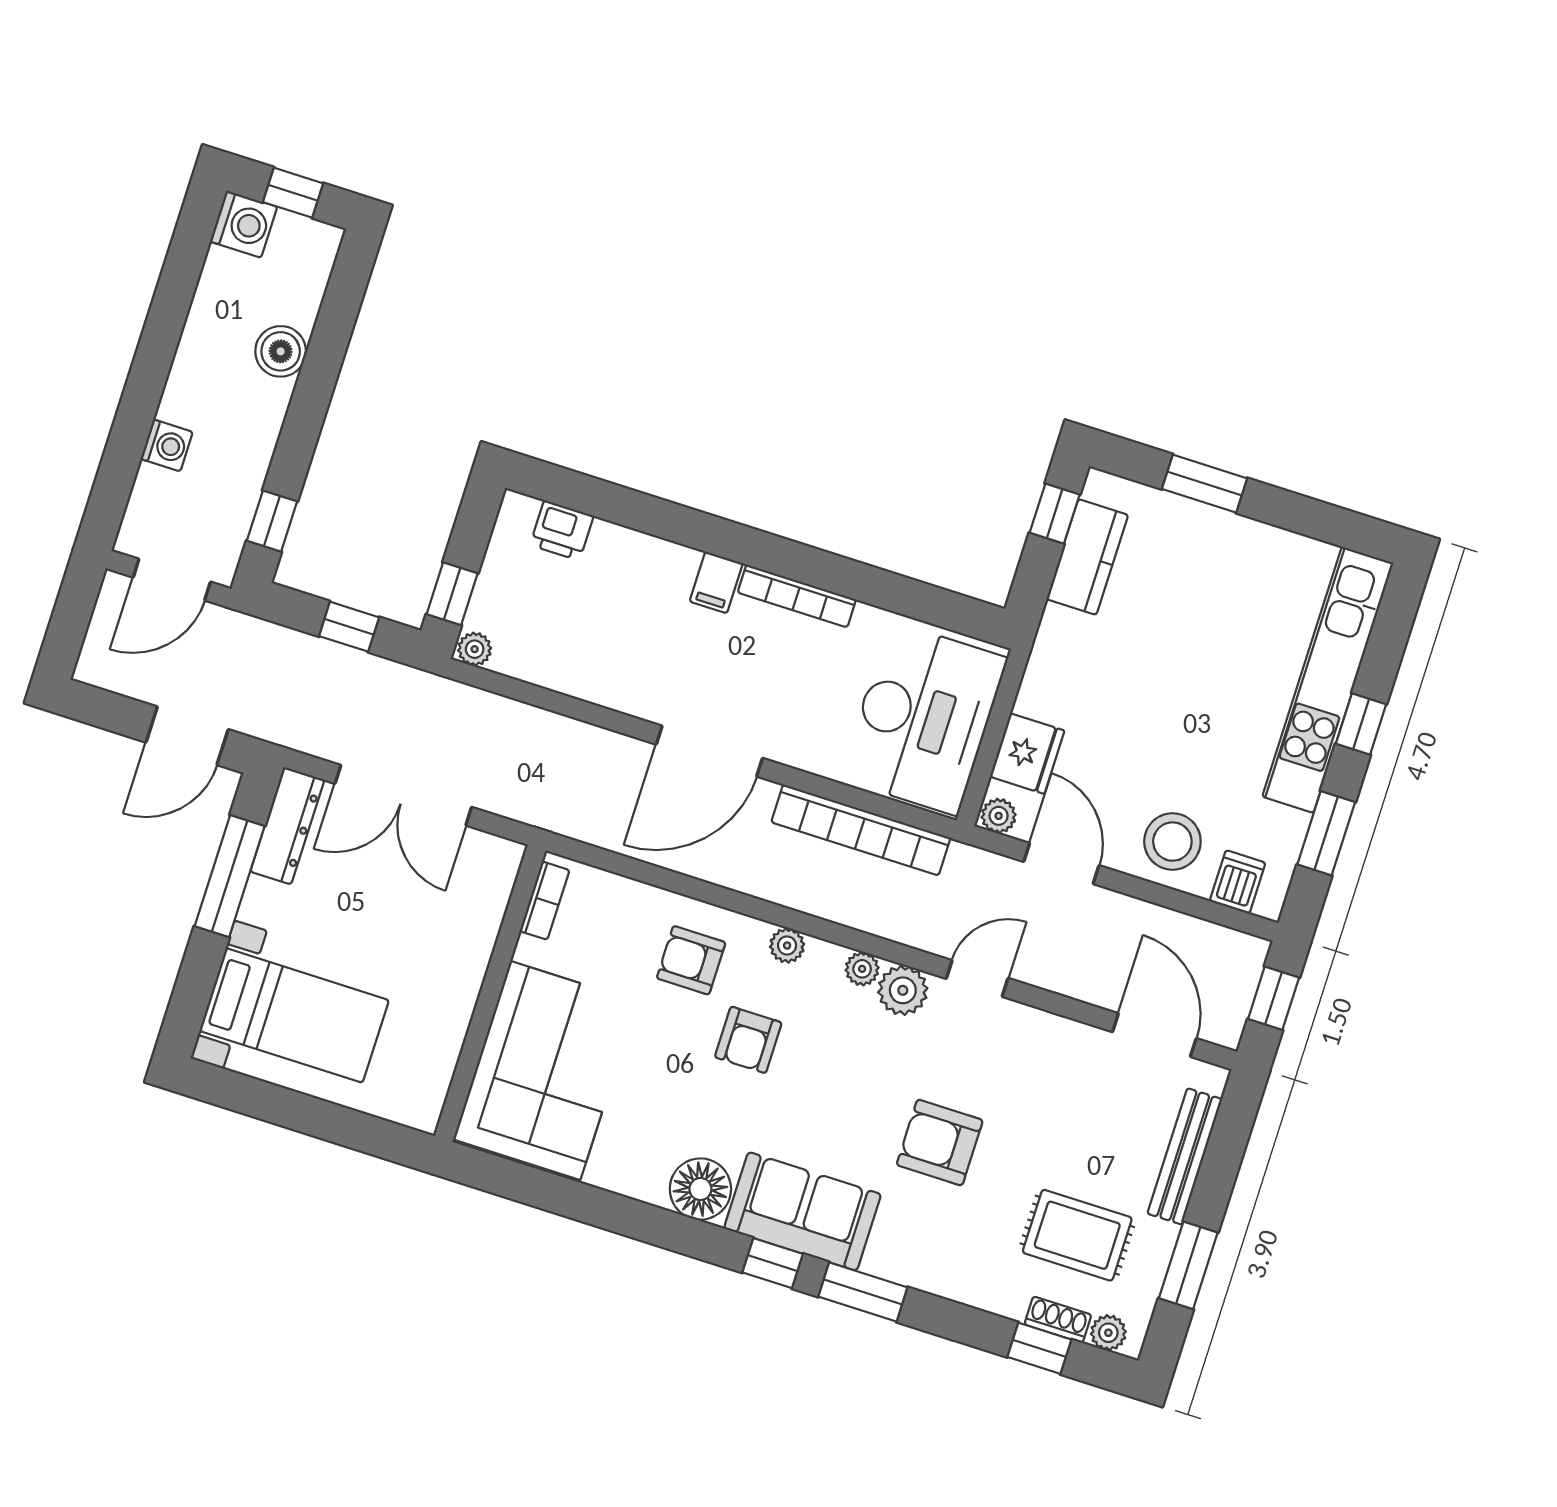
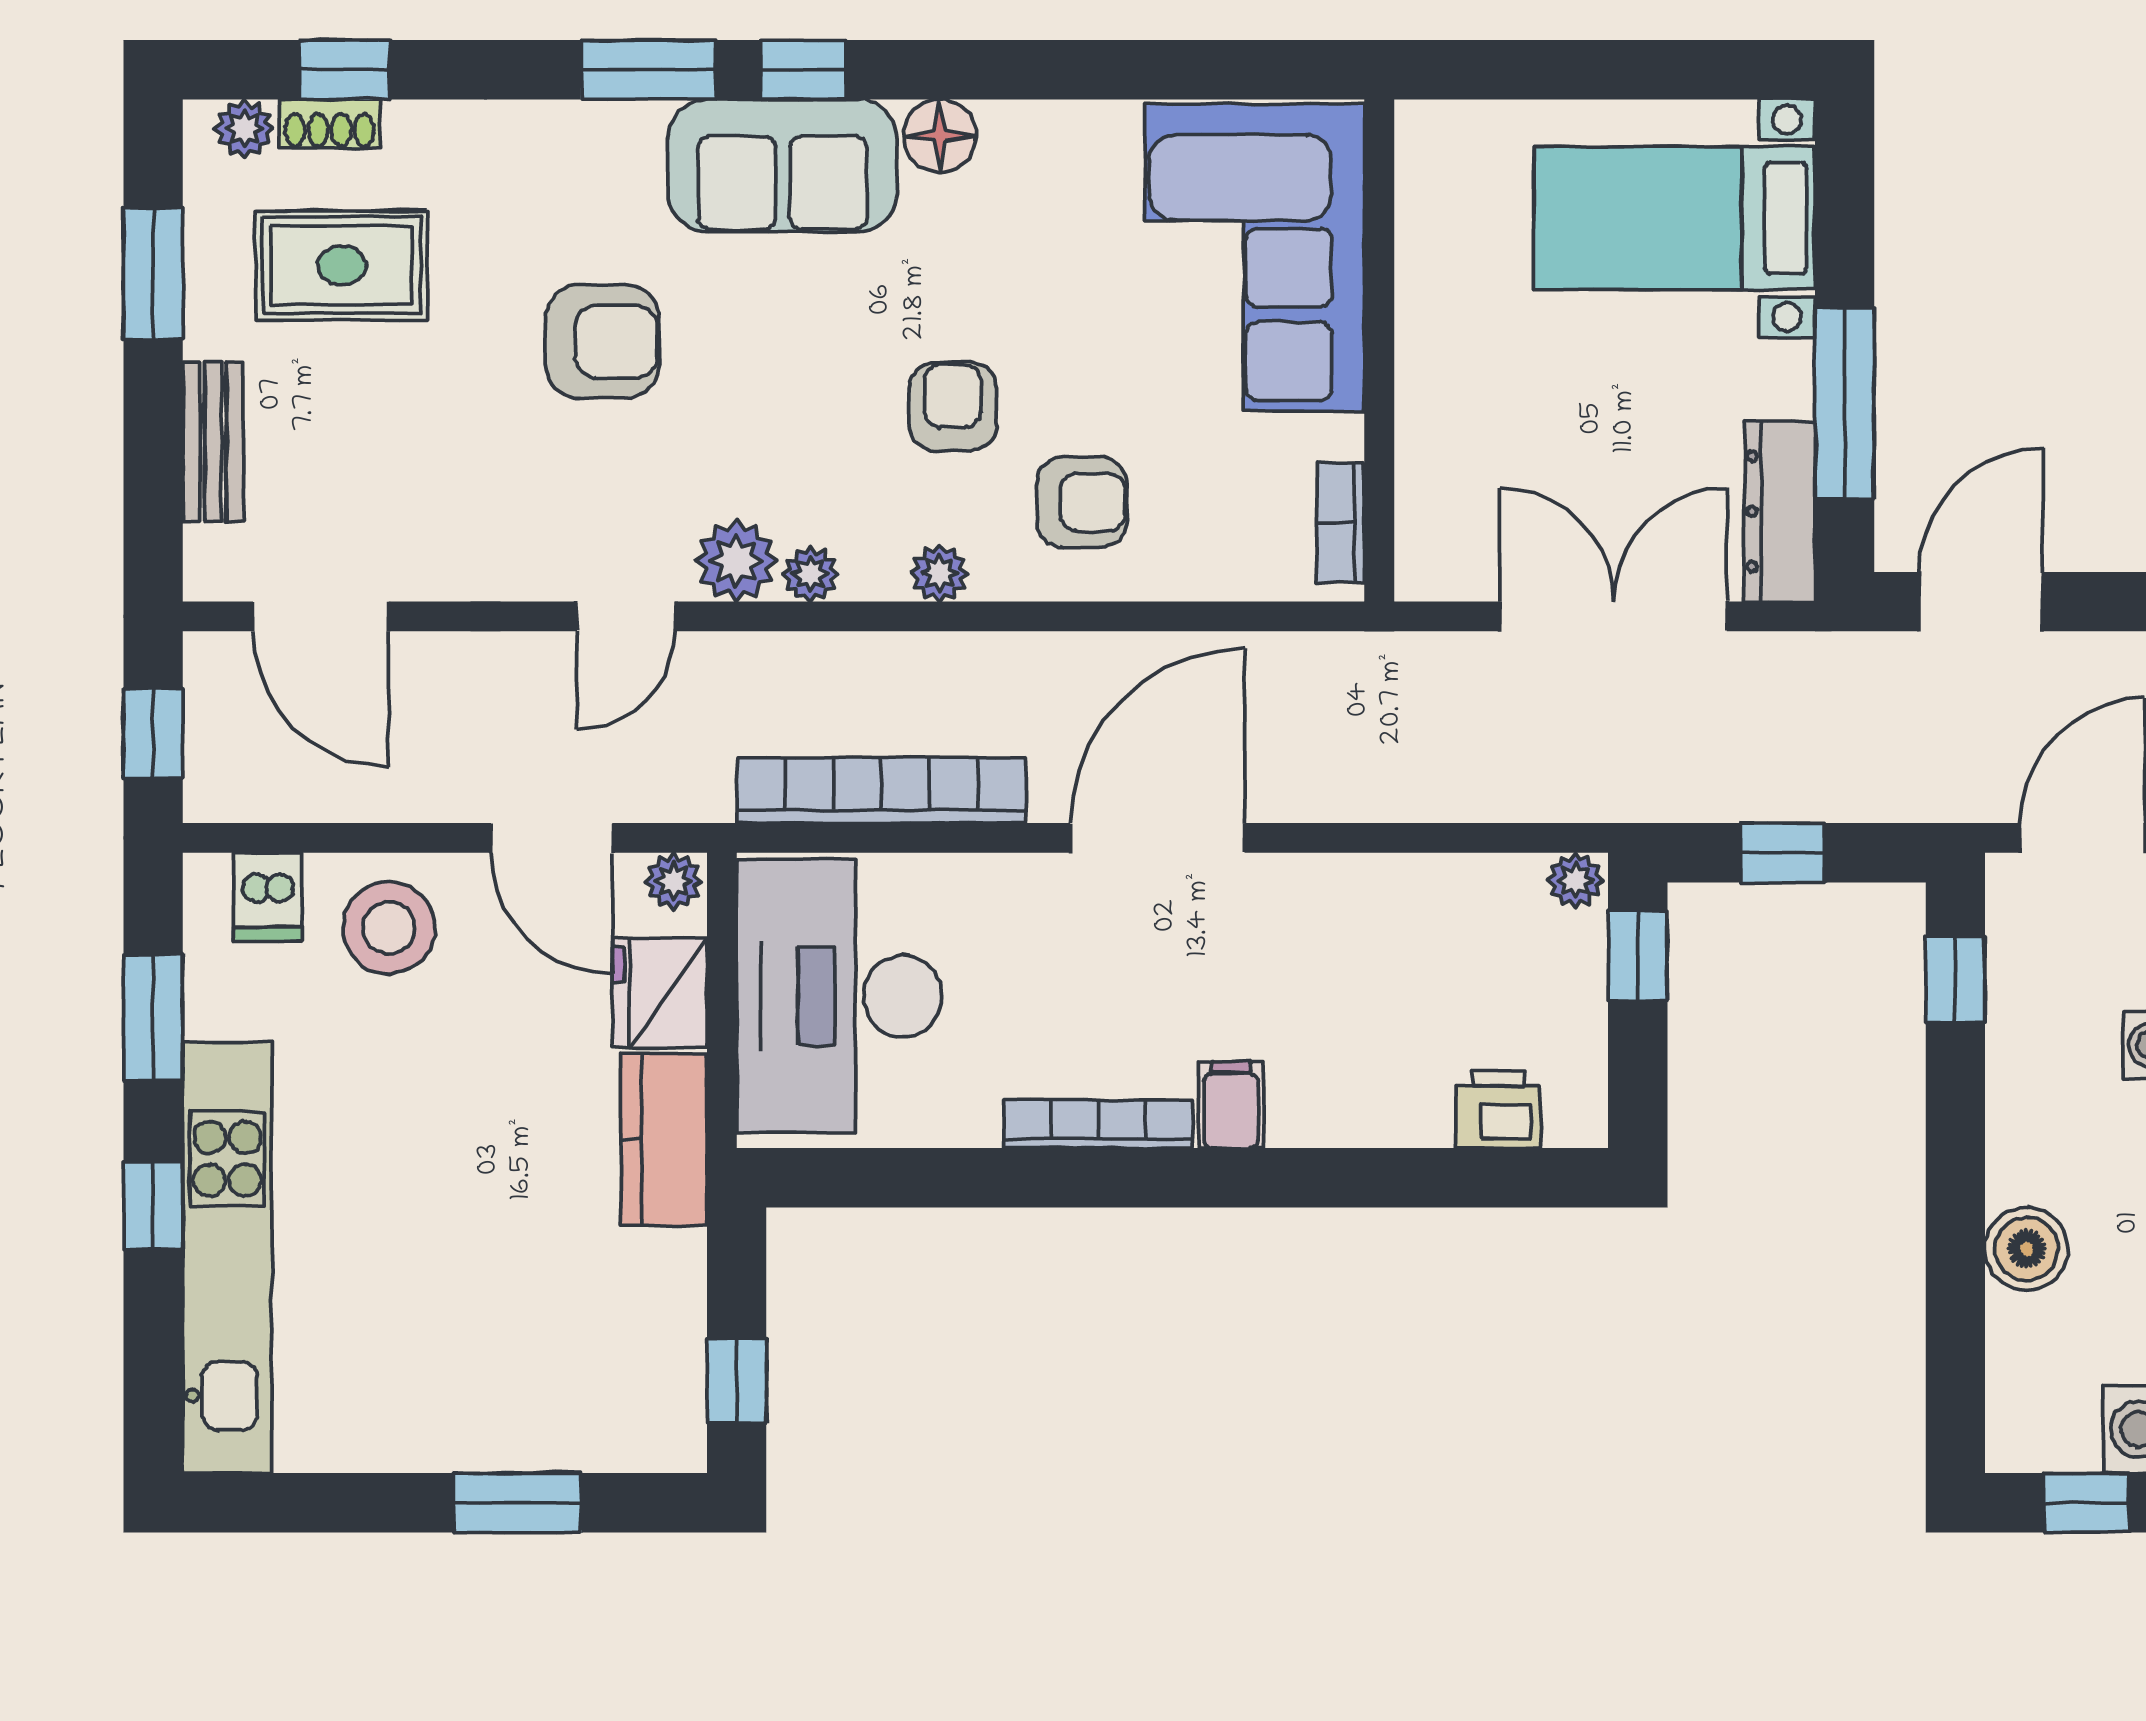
kitchen counter: (1087, 557) -> (664, 1140), moved
bench: (1185, 1156) -> (213, 442), width x0.73
floor lamp: (700, 1189) -> (940, 136), width x0.73, depth x0.73

